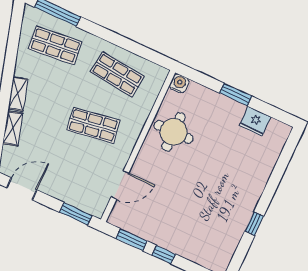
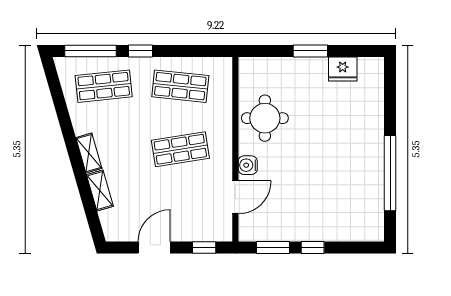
window: (98, 31) -> (140, 51), added
water cooler: (179, 83) -> (248, 165), moved, turned -90
door: (22, 189) -> (154, 247), moved
window: (76, 214) -> (204, 247), width x0.67
window: (254, 224) -> (390, 173), width x3.17

